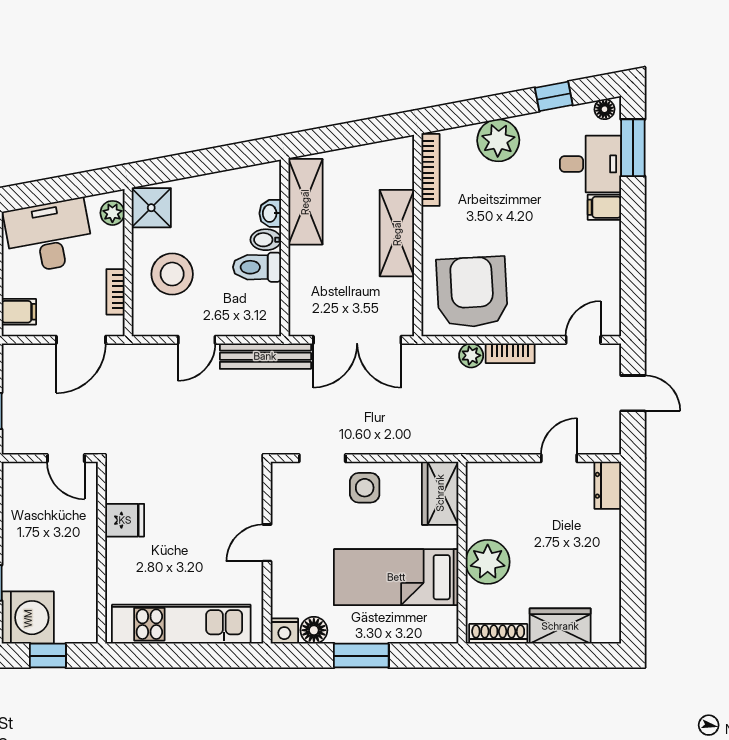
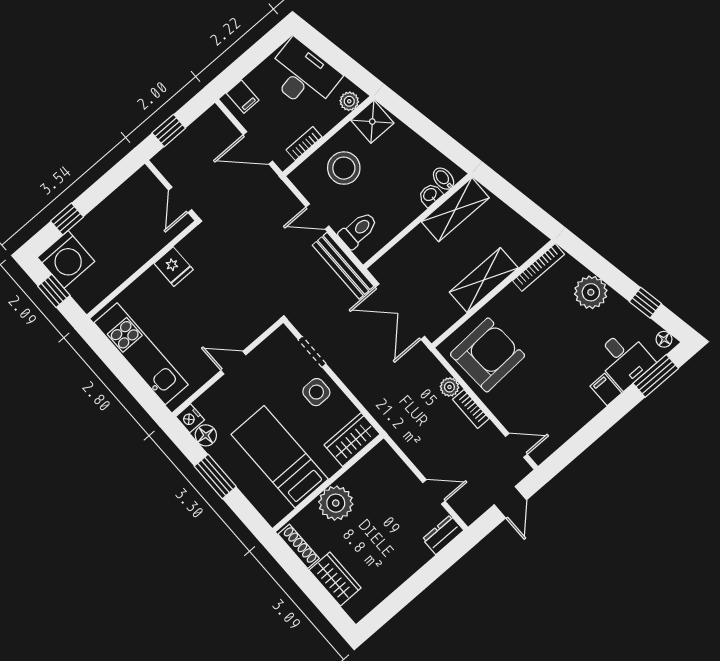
bidet: (266, 240) -> (444, 179), moved
toilet: (257, 267) -> (358, 230), moved, turned 90

